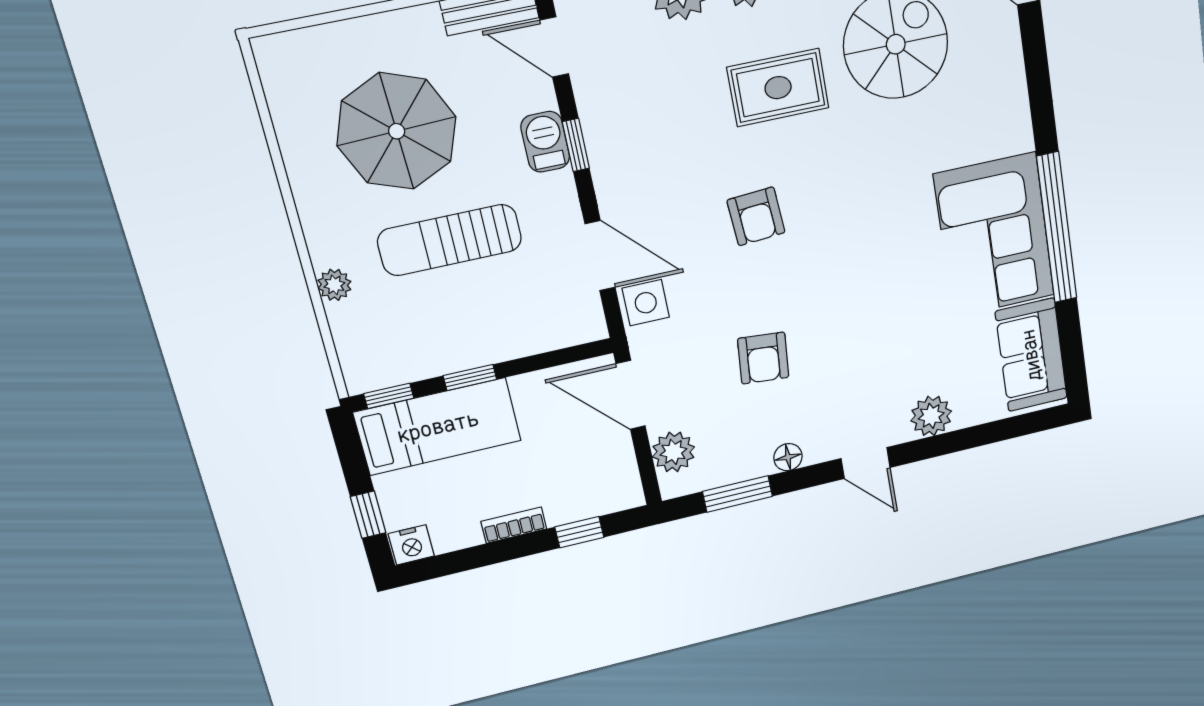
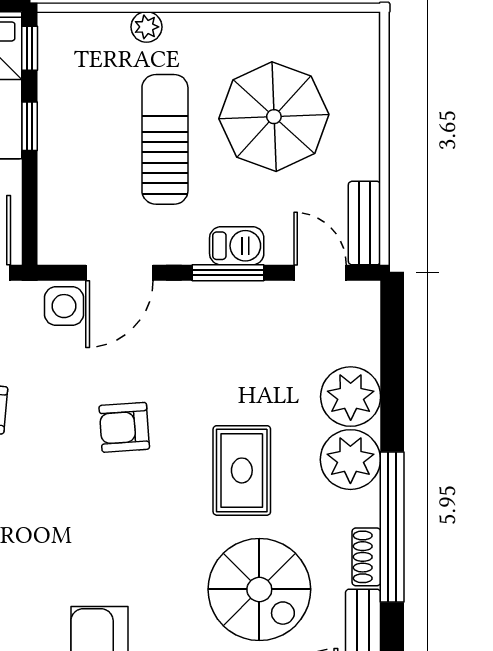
door: (554, 47) -> (320, 273), hinge flipped
window: (576, 145) -> (228, 273), width x1.50

